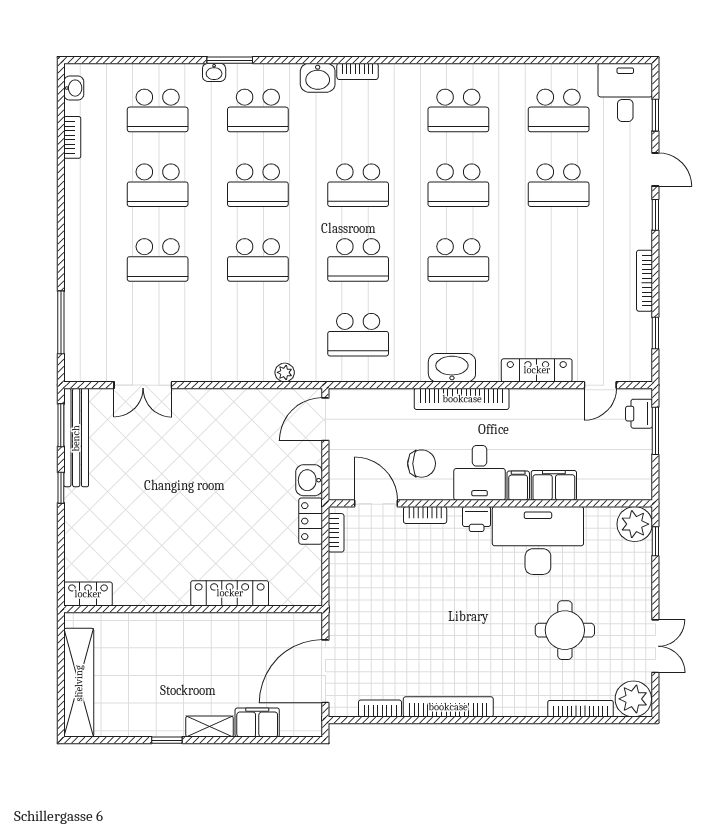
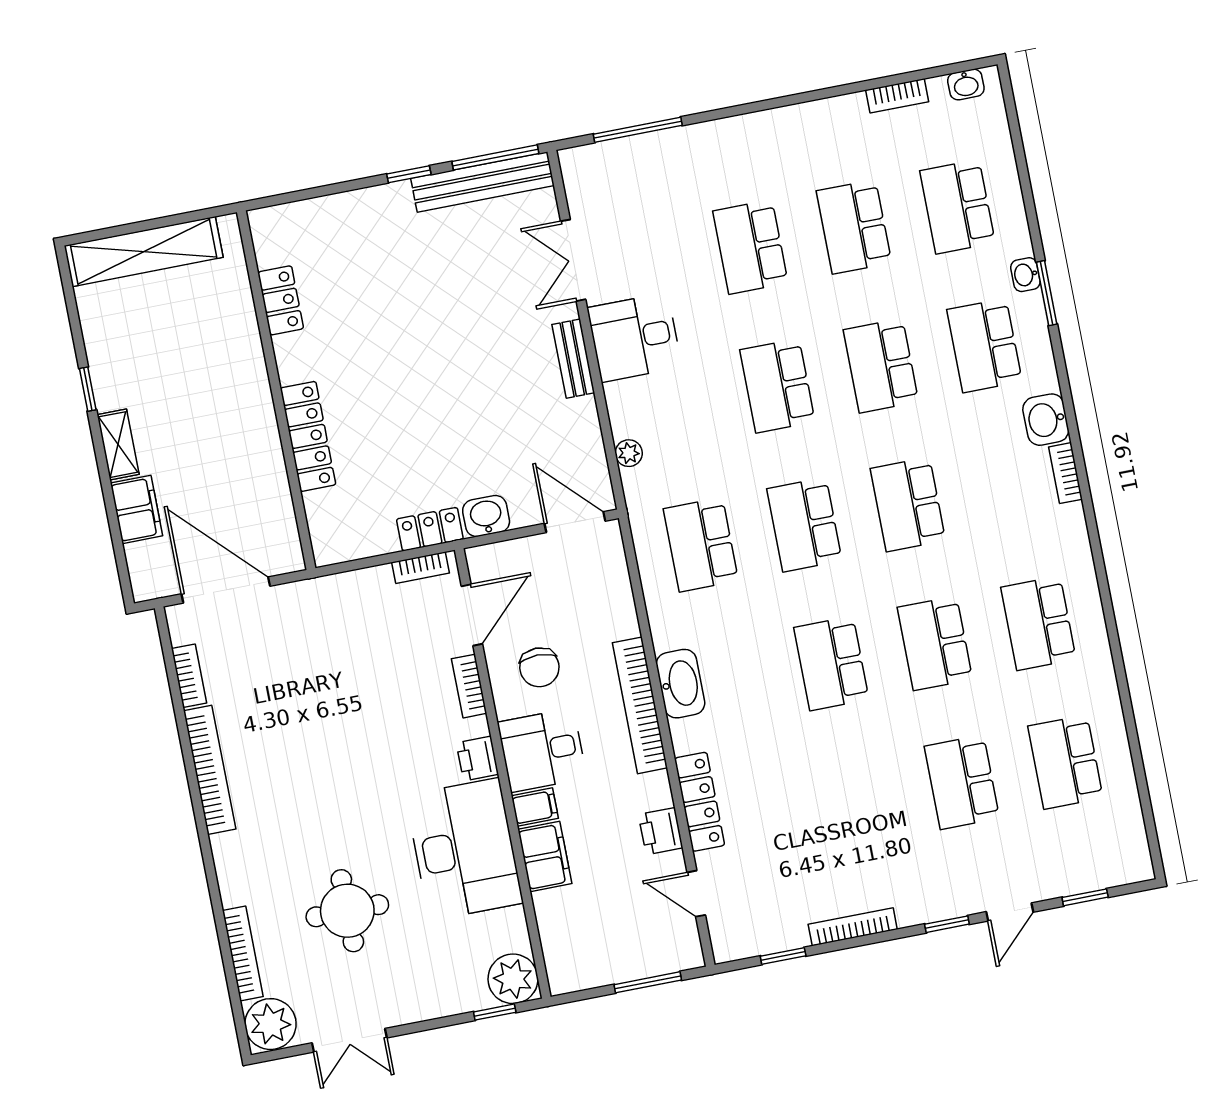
desk: (625, 92) -> (635, 337), moved, turned 180
bench: (211, 398) -> (573, 359), added
printer: (639, 414) -> (661, 831), moved, turned -90
window: (61, 425) -> (495, 157), width x1.44
locker: (88, 594) -> (281, 300), moved

